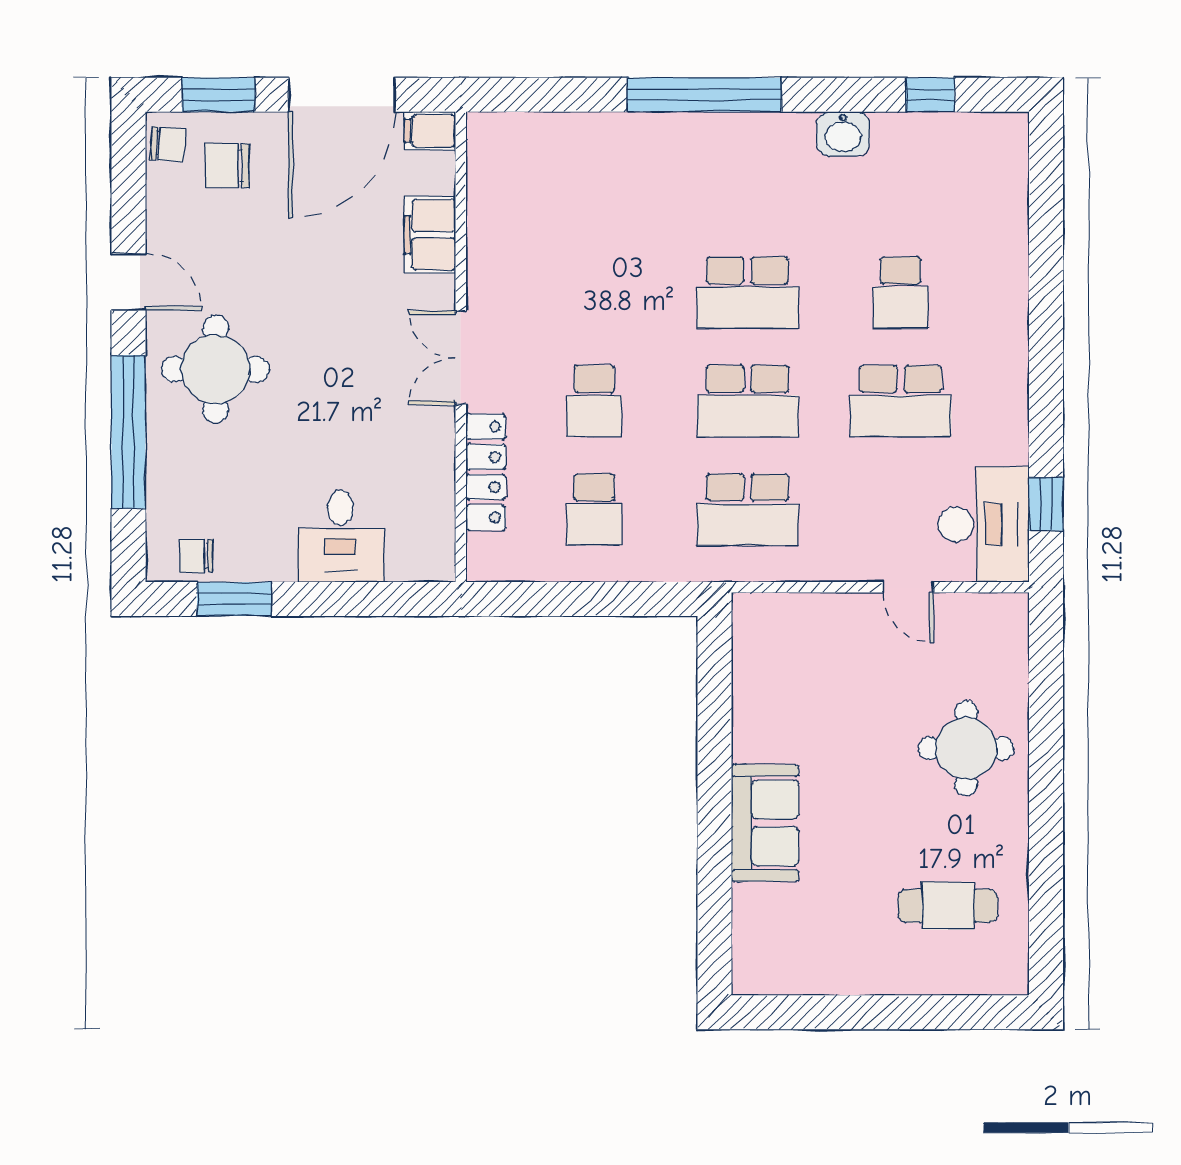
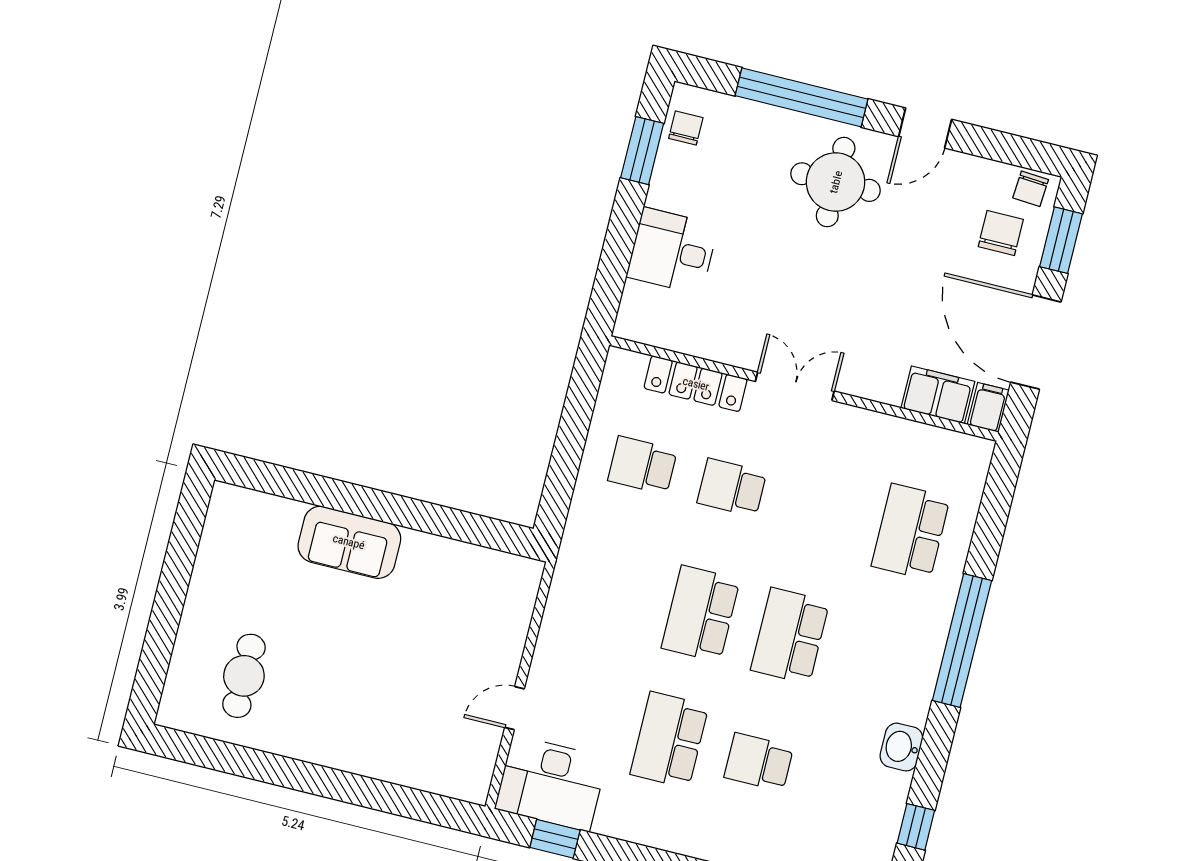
filing cabinet: (430, 235) -> (938, 395), moved
school desk: (747, 510) -> (911, 532), moved
round table: (966, 748) -> (370, 723), removed

